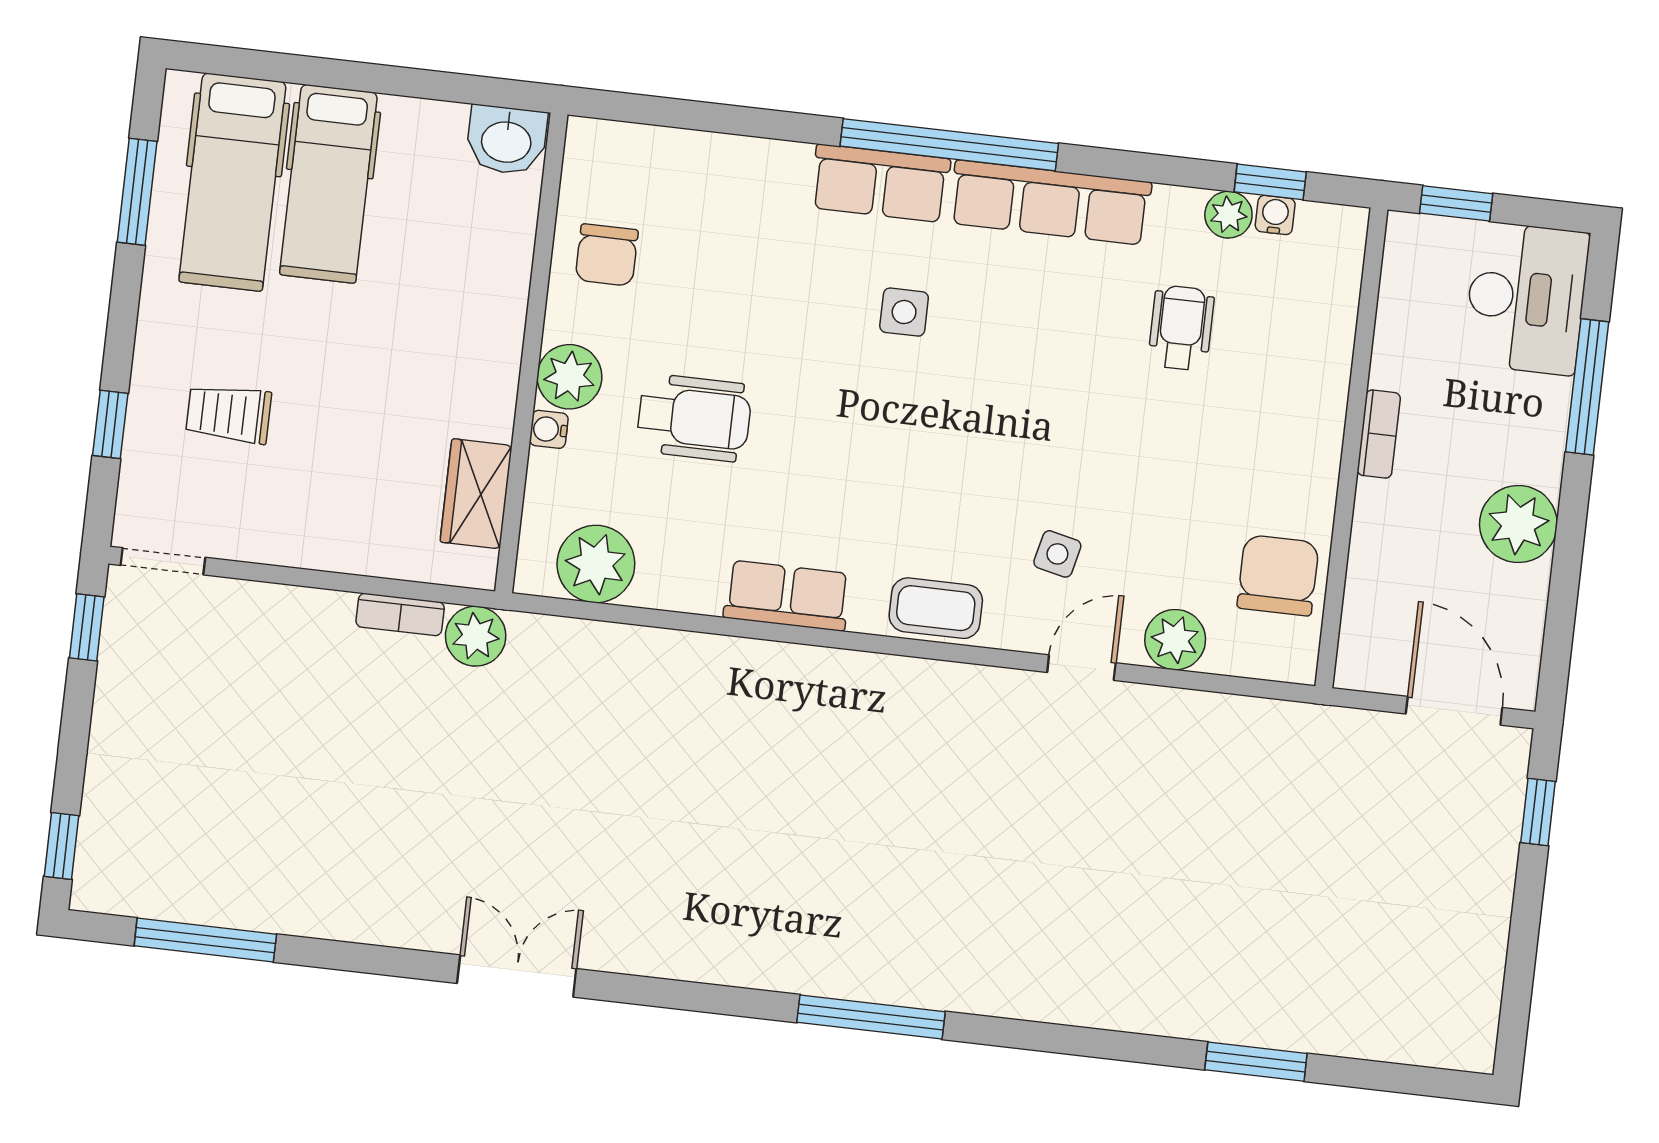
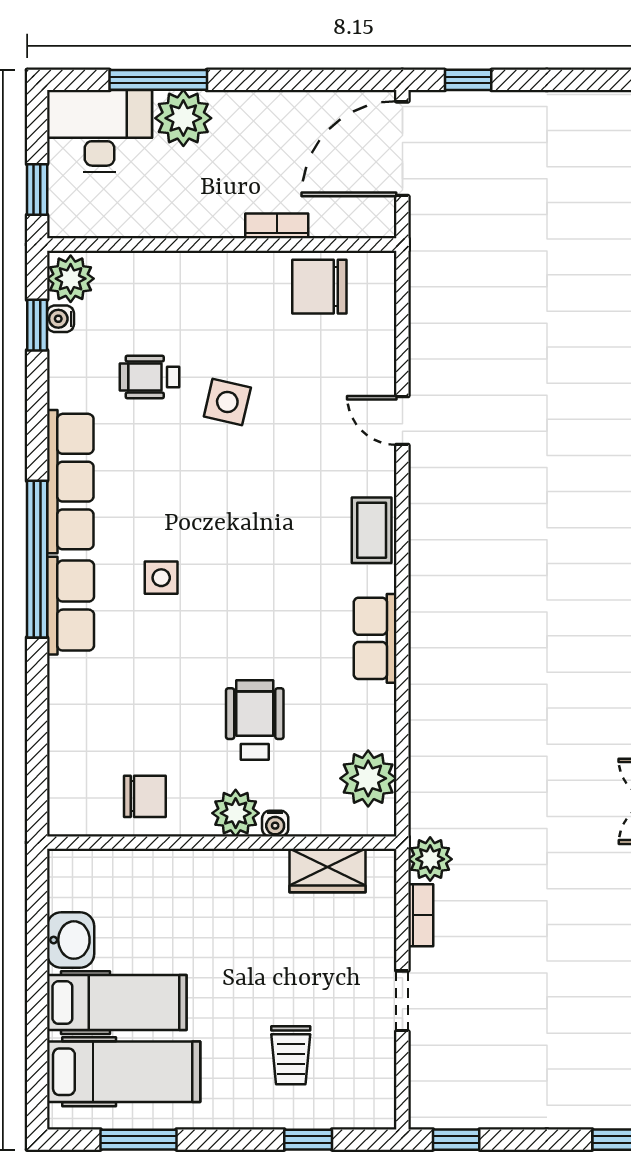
washbasin: (506, 140) -> (71, 940), moved
plant: (1228, 215) -> (71, 279), moved, width x1.38, depth x1.38
bookcase: (1379, 434) -> (277, 226), moved
plant: (1518, 524) -> (183, 118), moved
side table: (1057, 554) -> (227, 402), moved, width x1.37, depth x1.37
doorway: (163, 561) -> (402, 1001), moved
plant: (1175, 640) -> (374, 355), removed
door: (1454, 711) -> (402, 149), width x1.36

